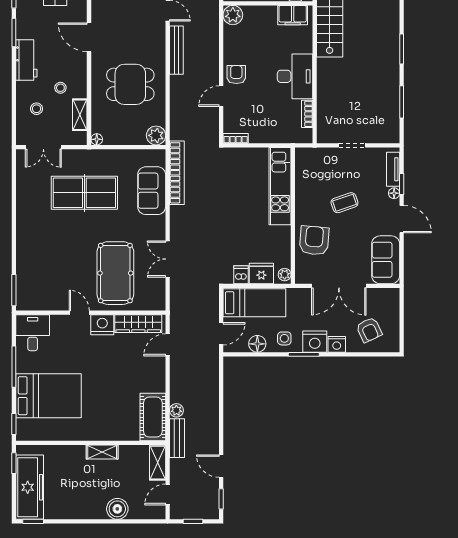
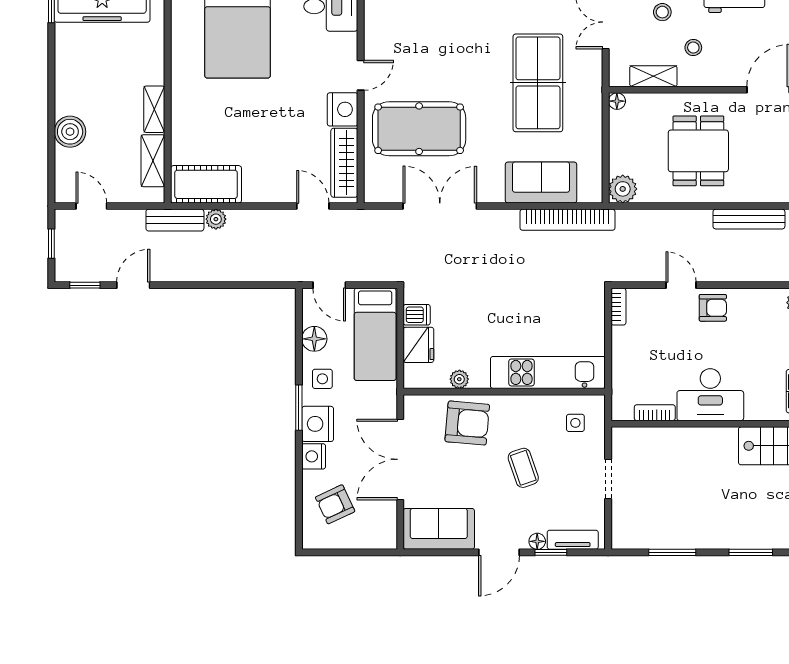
side table: (314, 167) -> (575, 423), added
double door: (168, 259) -> (440, 206), width x1.37
plant: (285, 275) -> (459, 379), moved
shelving: (158, 463) -> (153, 161), moved, turned 90

